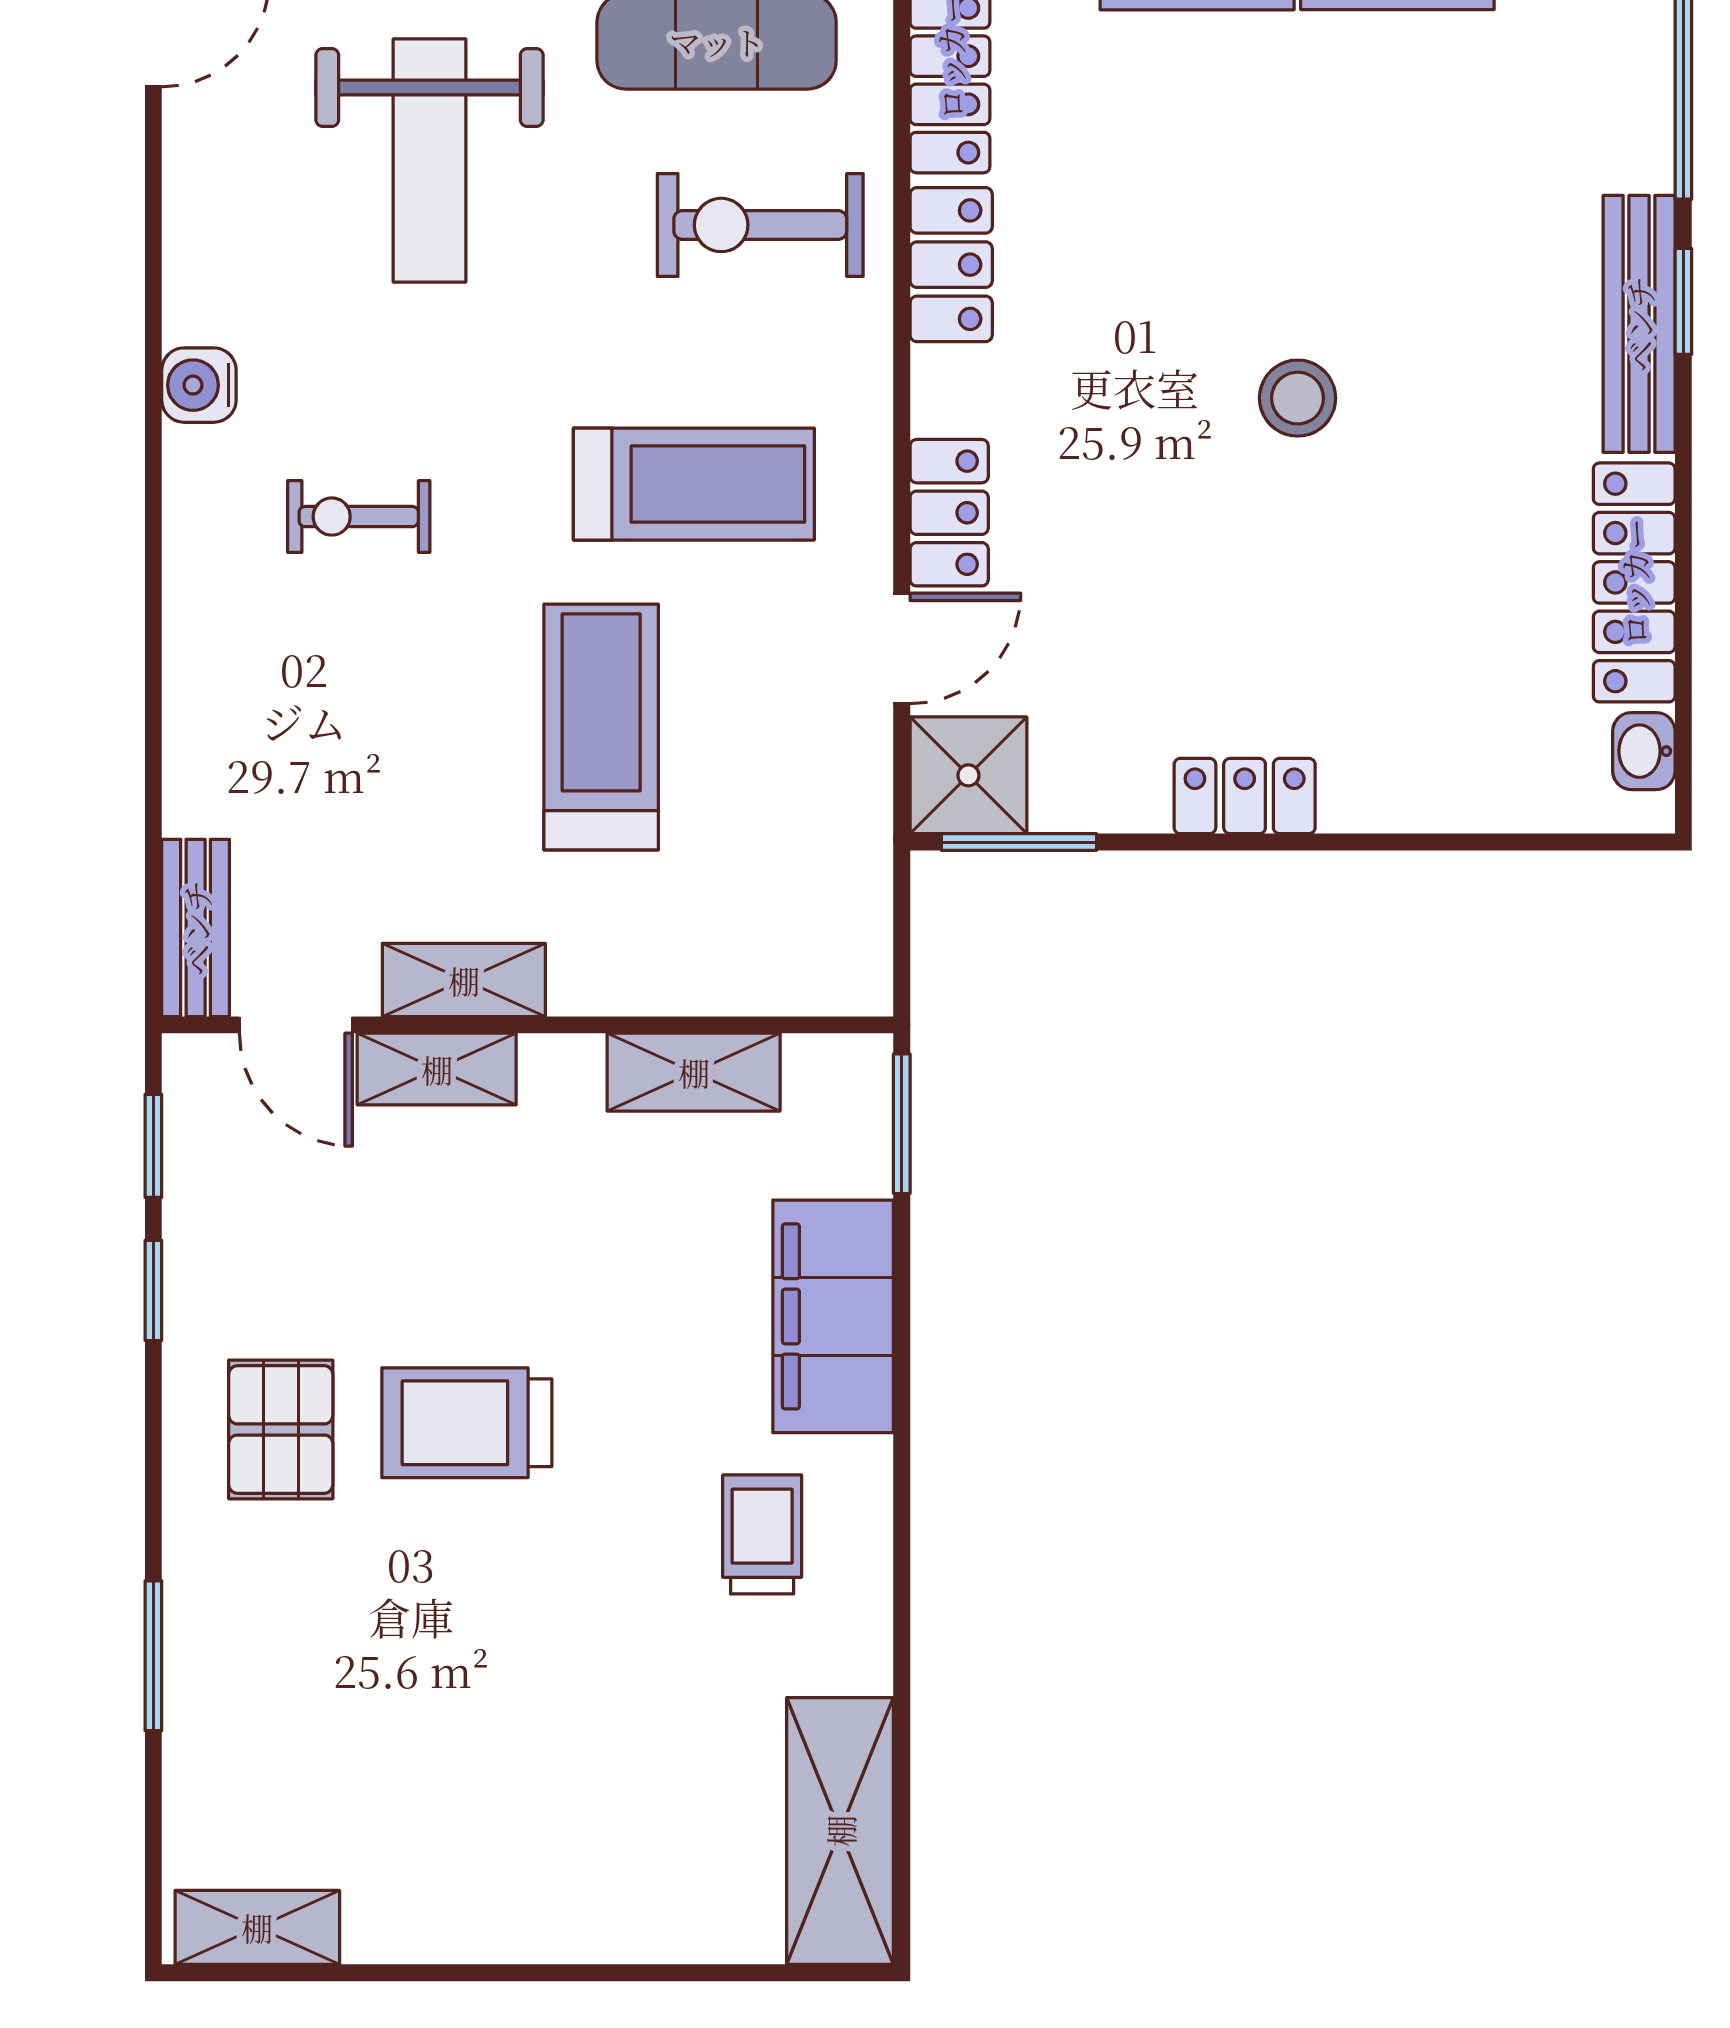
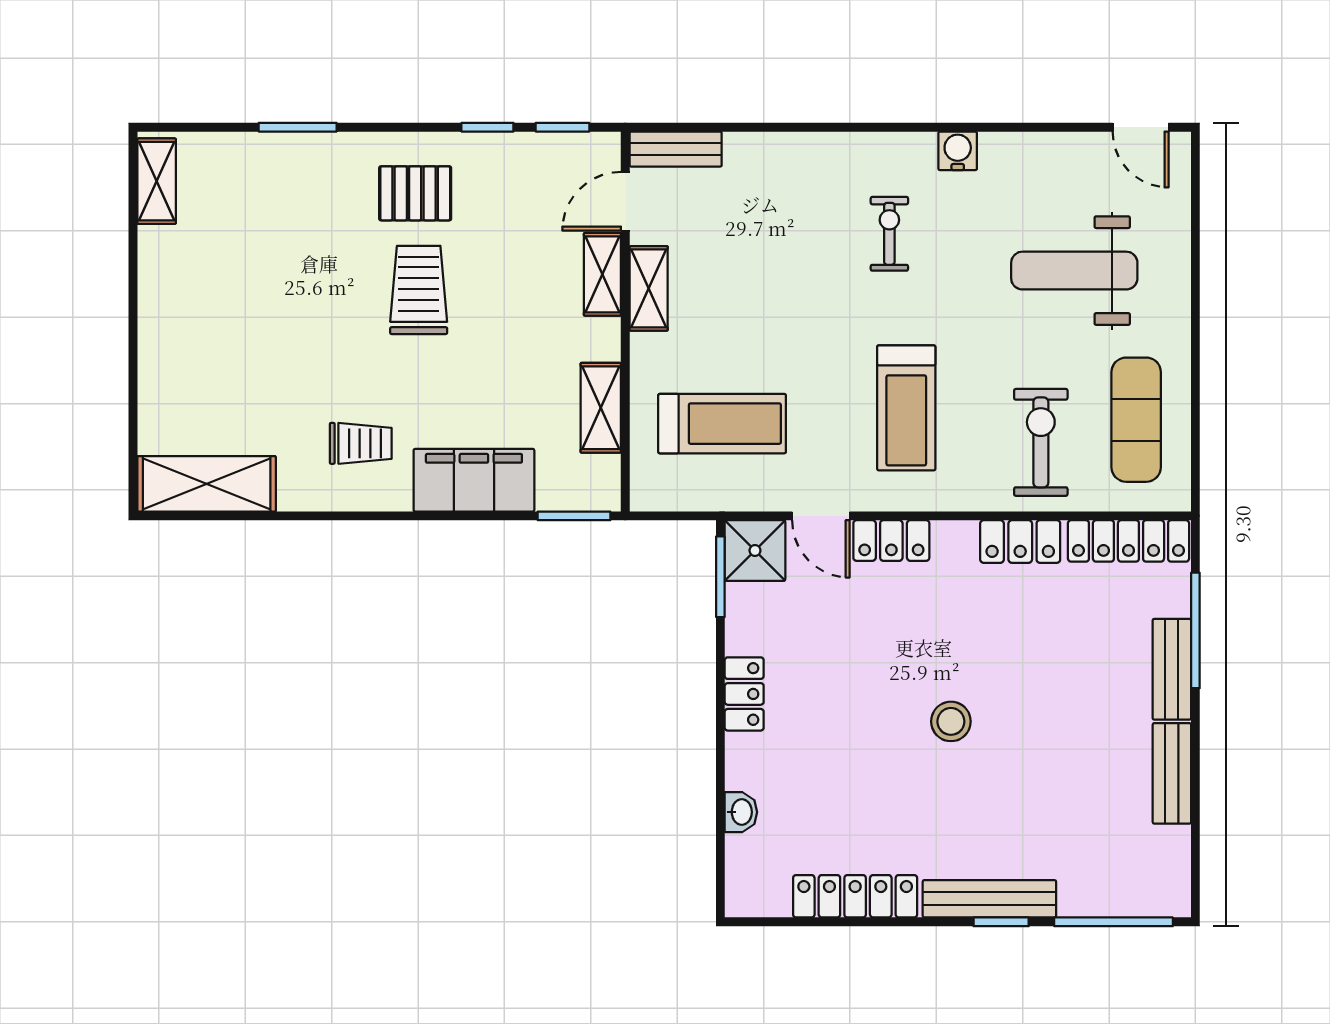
treadmill: (601, 727) -> (722, 424), moved
washbasin: (1644, 751) -> (741, 812), moved, turned 90

